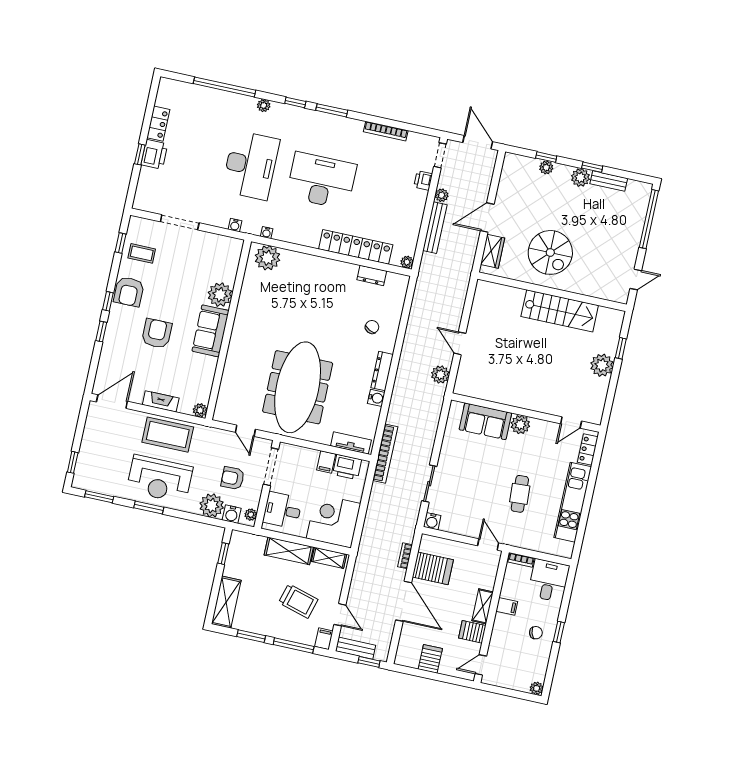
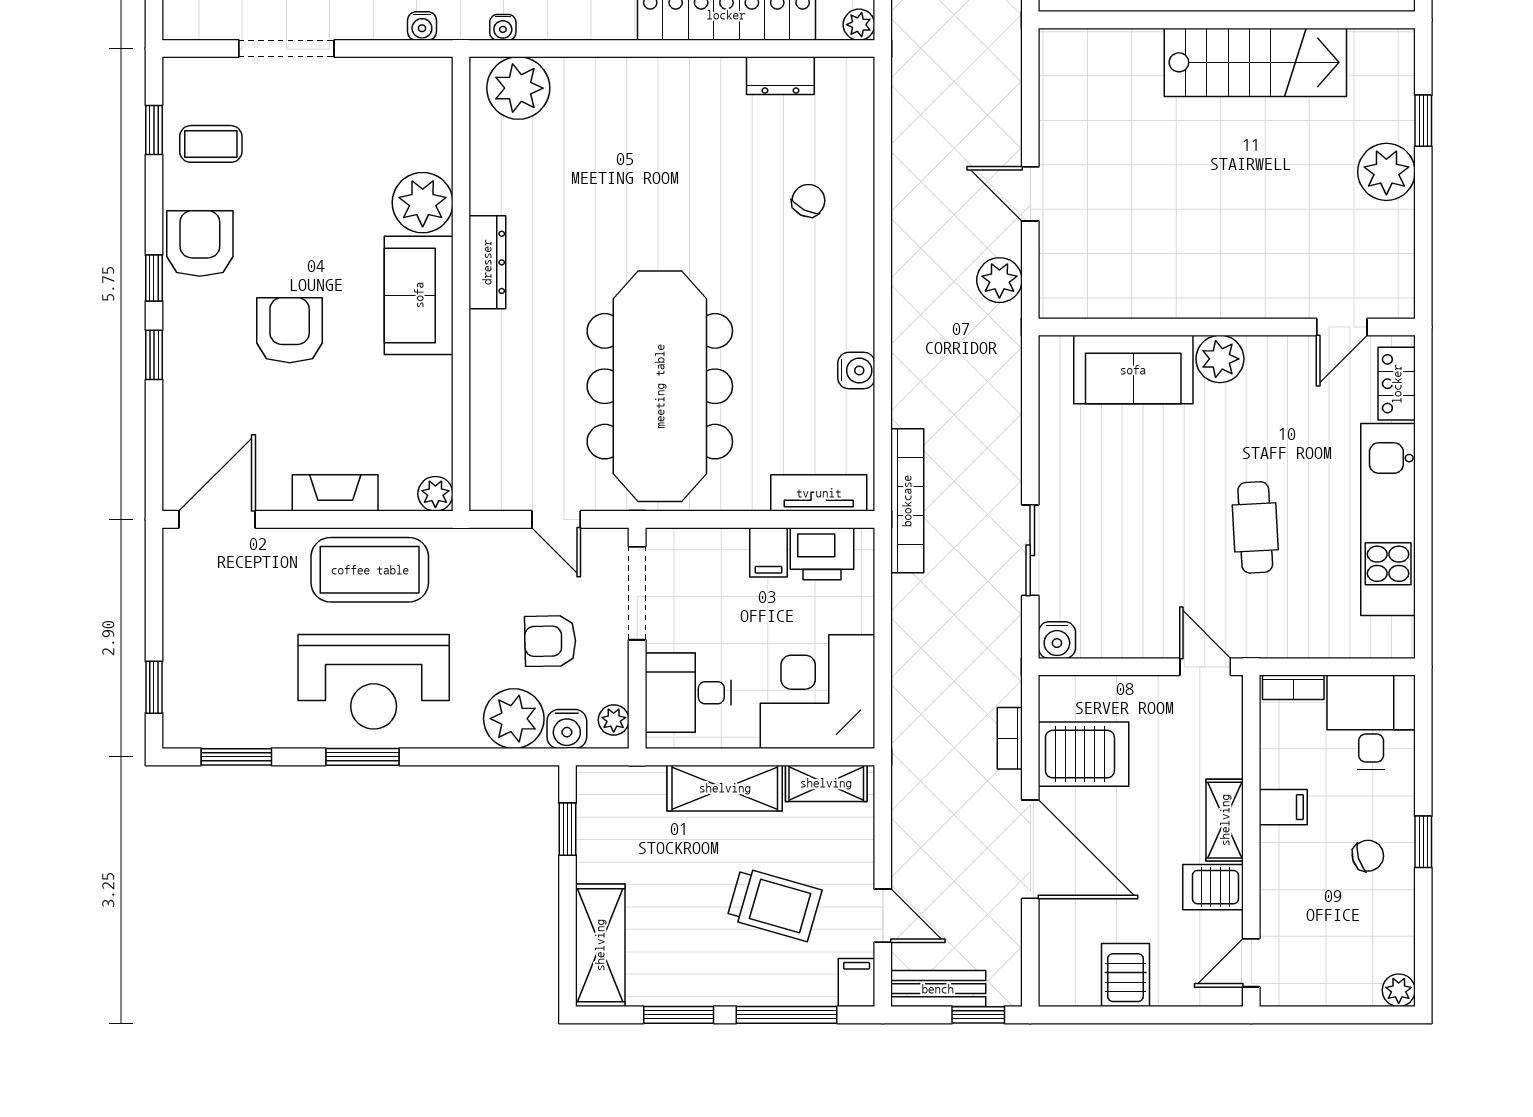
armchair: (129, 292) -> (200, 244), turned 180
dresser: (382, 371) -> (487, 262), moved, turned 180

